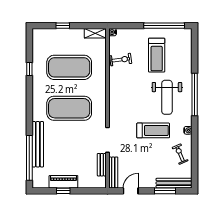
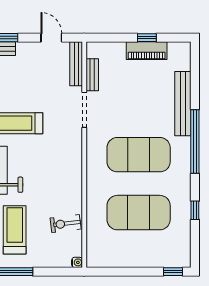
window: (63, 26) -> (173, 272), moved
shelving: (95, 33) -> (102, 261), removed
window: (29, 158) -> (195, 142), moved
door: (131, 191) -> (51, 38), swing flipped

